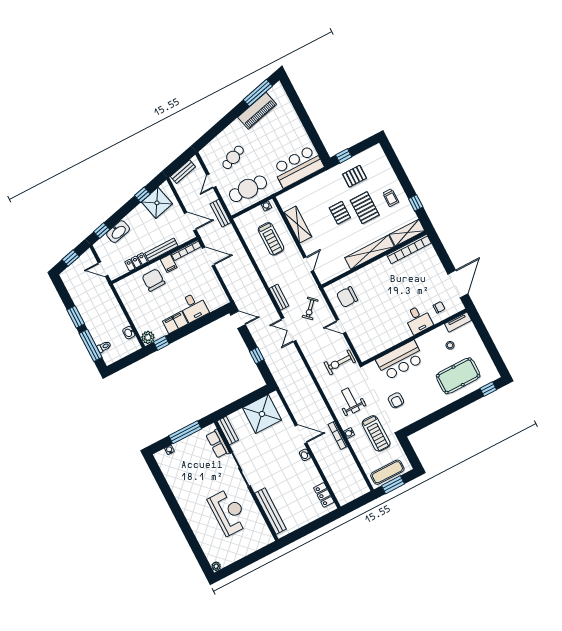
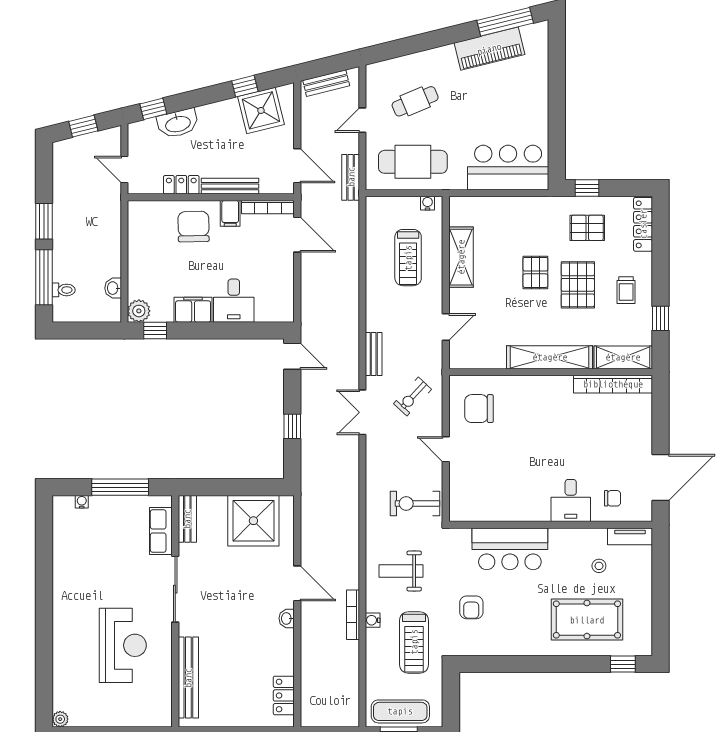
locker: (382, 160) -> (643, 224), added
weight bench: (351, 400) -> (401, 571), turned -90

